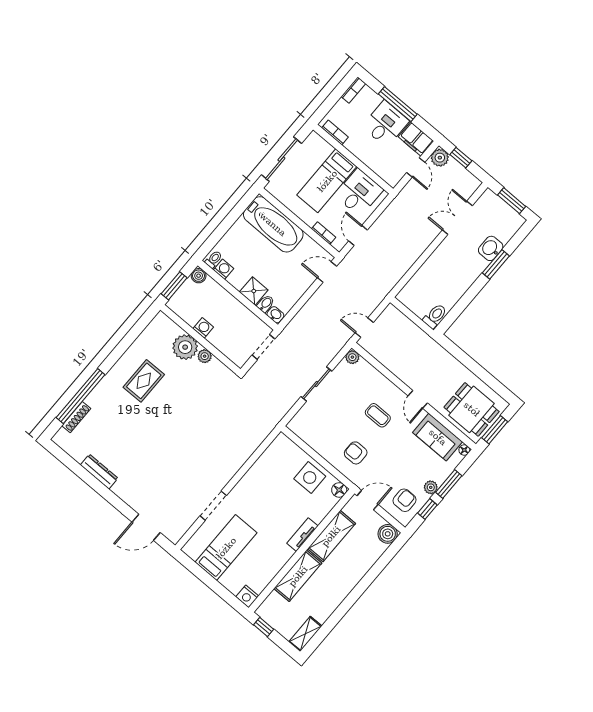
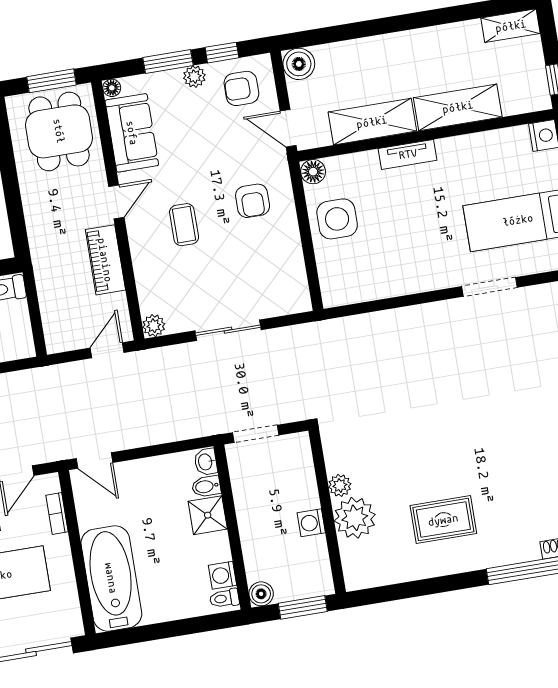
door: (364, 328) -> (107, 350), swing flipped
piano: (400, 368) -> (105, 260), added

